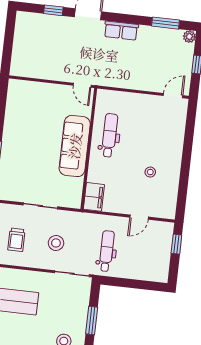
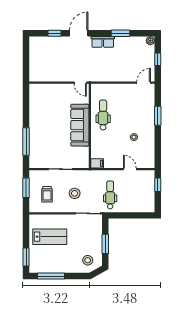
window: (166, 23) -> (121, 33), moved
window: (188, 145) -> (158, 116), added
filing cabinet: (94, 197) -> (97, 163), width x0.50
door: (139, 217) -> (130, 169), swing flipped

